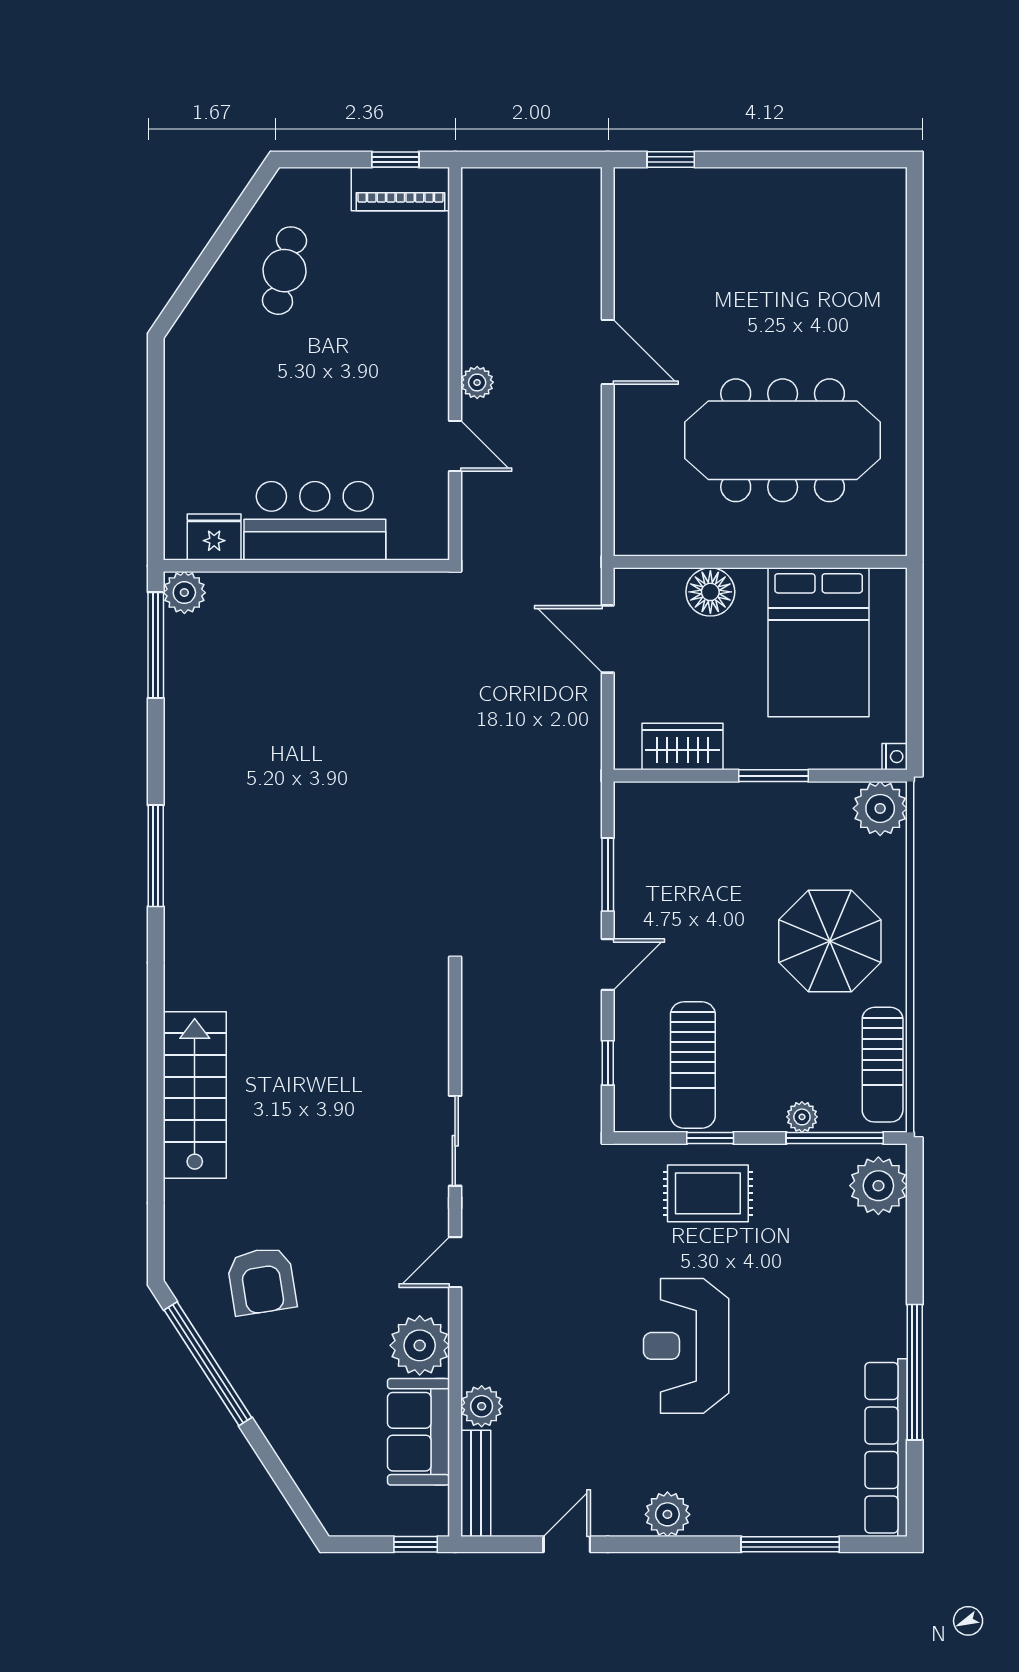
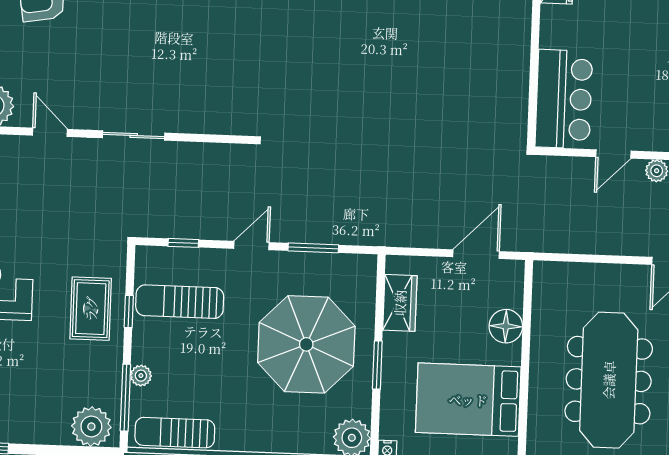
bar counter: (315, 521) -> (564, 99), moved
parasol: (830, 941) -> (306, 344), moved, width x1.36, depth x1.36
door: (608, 964) -> (251, 246), swing flipped

